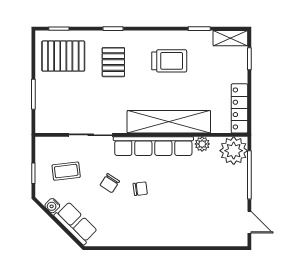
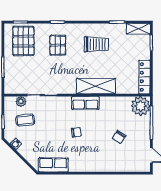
pallet: (63, 56) -> (23, 41), turned 90
shelving: (169, 122) -> (96, 86), width x0.68
plant: (202, 144) -> (21, 101), moved
row of seats: (153, 146) -> (85, 103), width x0.50
chair: (110, 183) -> (119, 137), moved
row of seats: (76, 223) -> (53, 165), moved, turned -45

